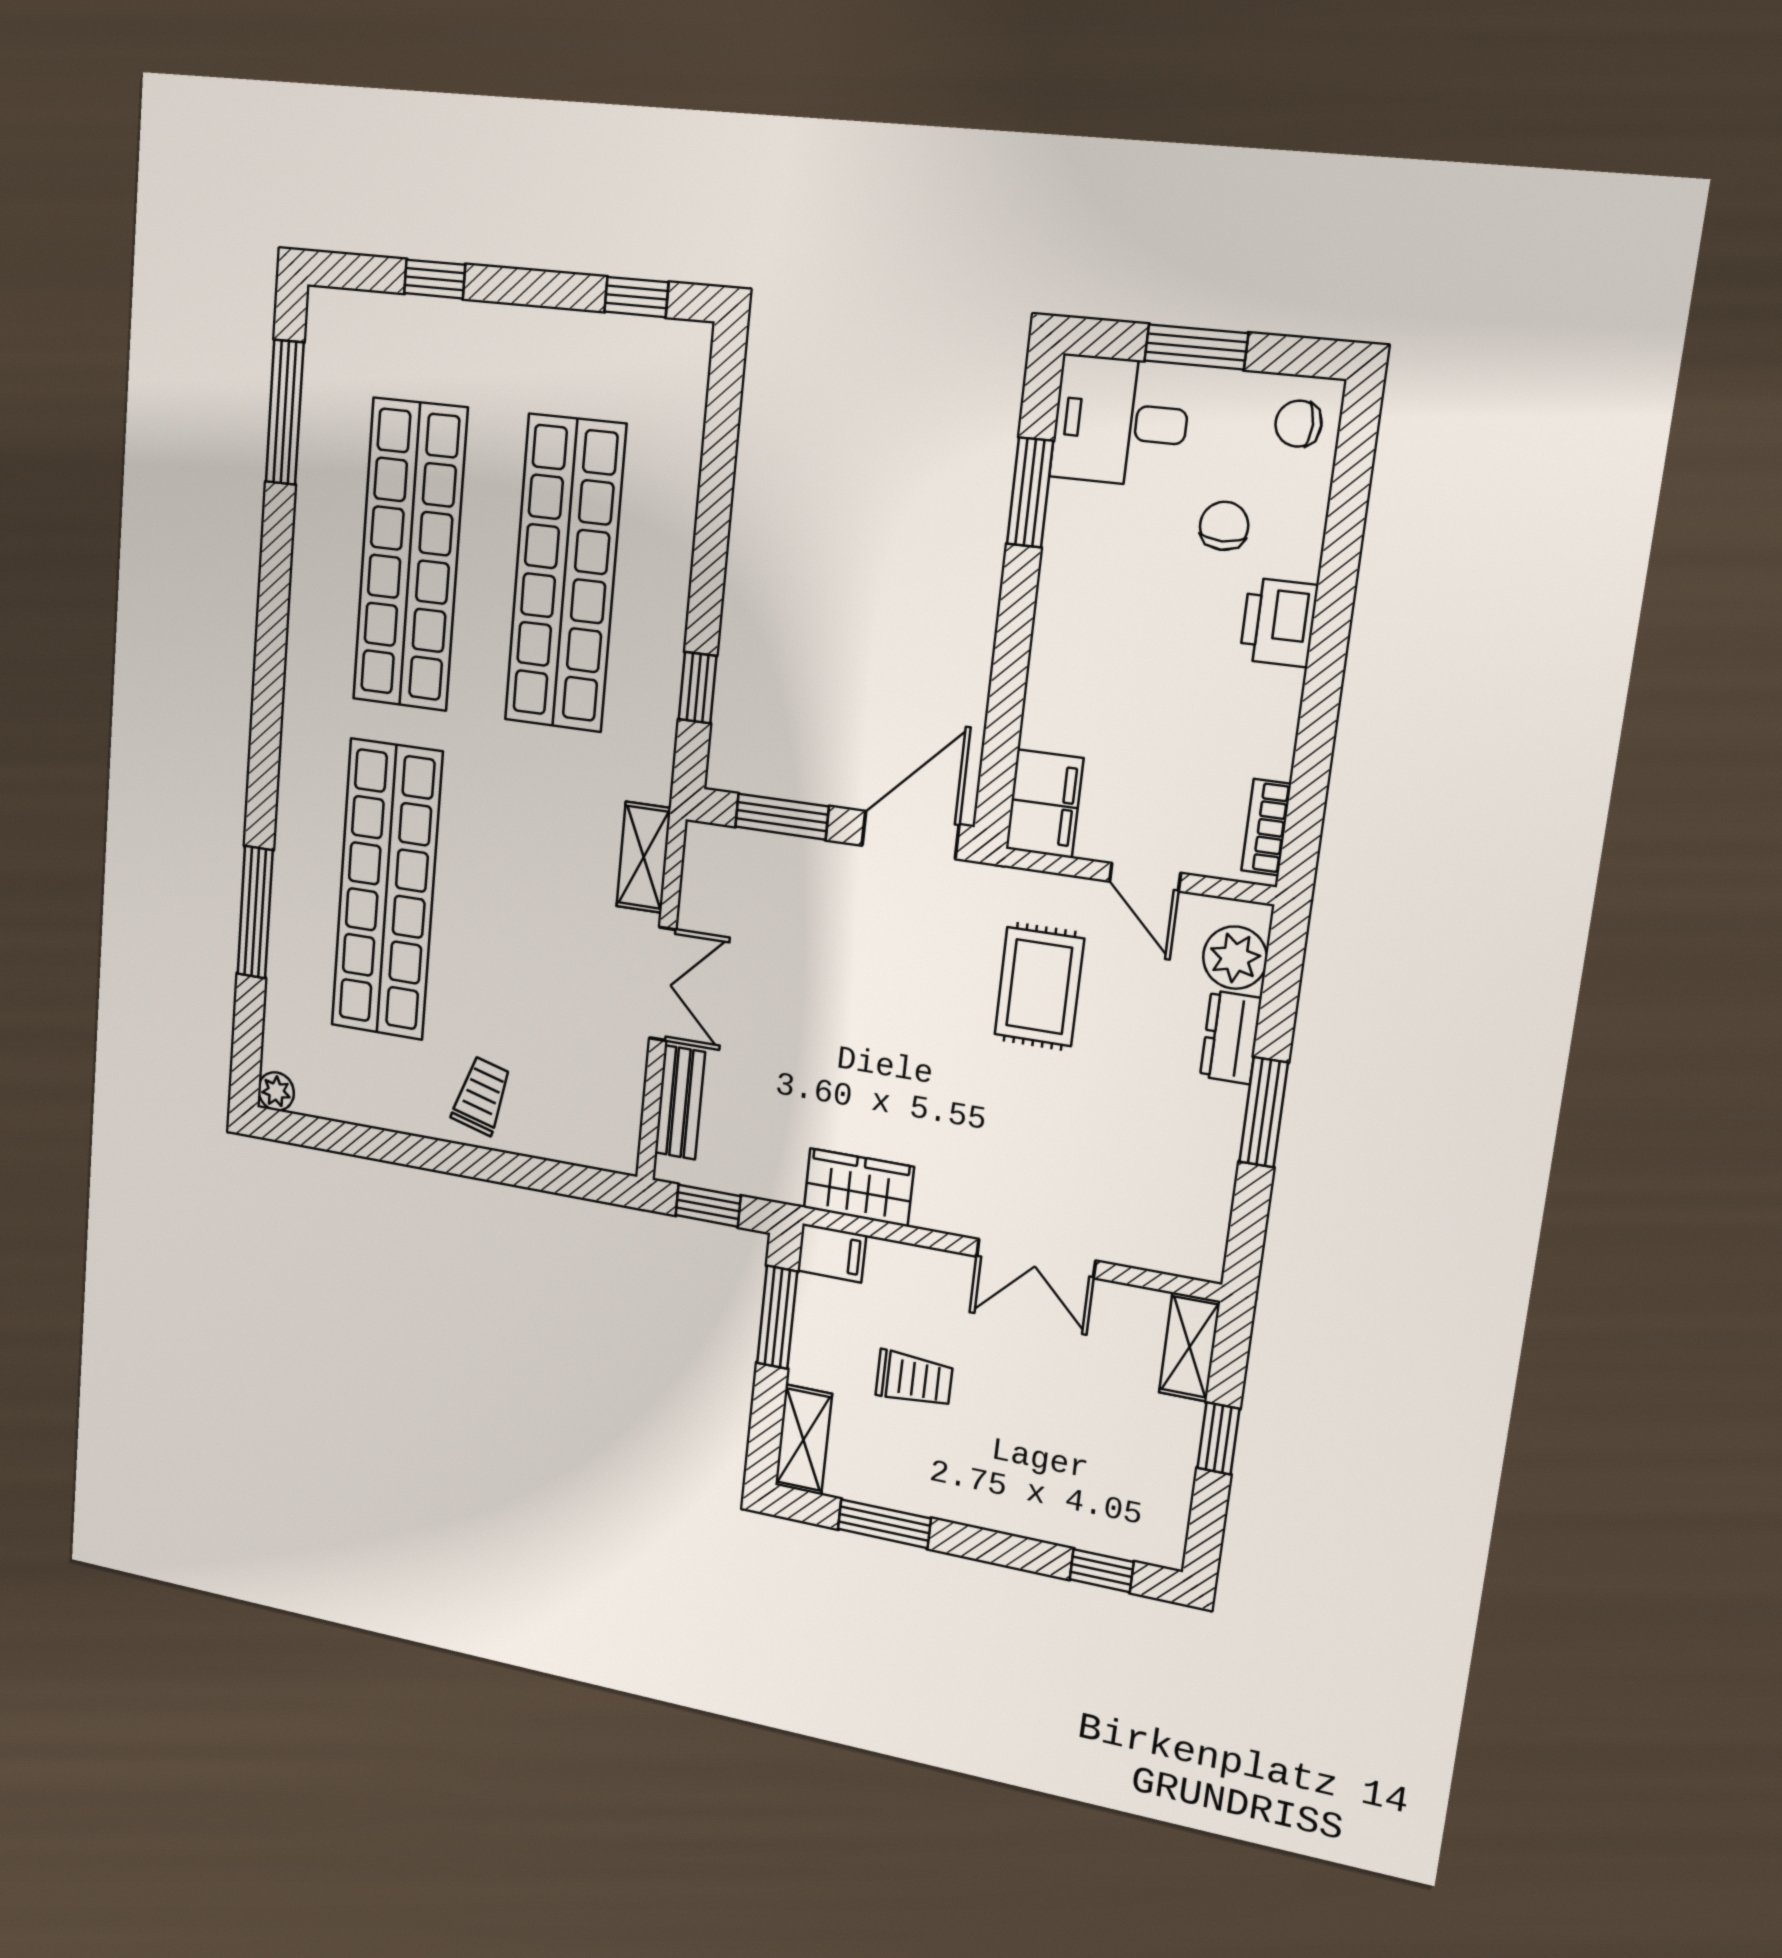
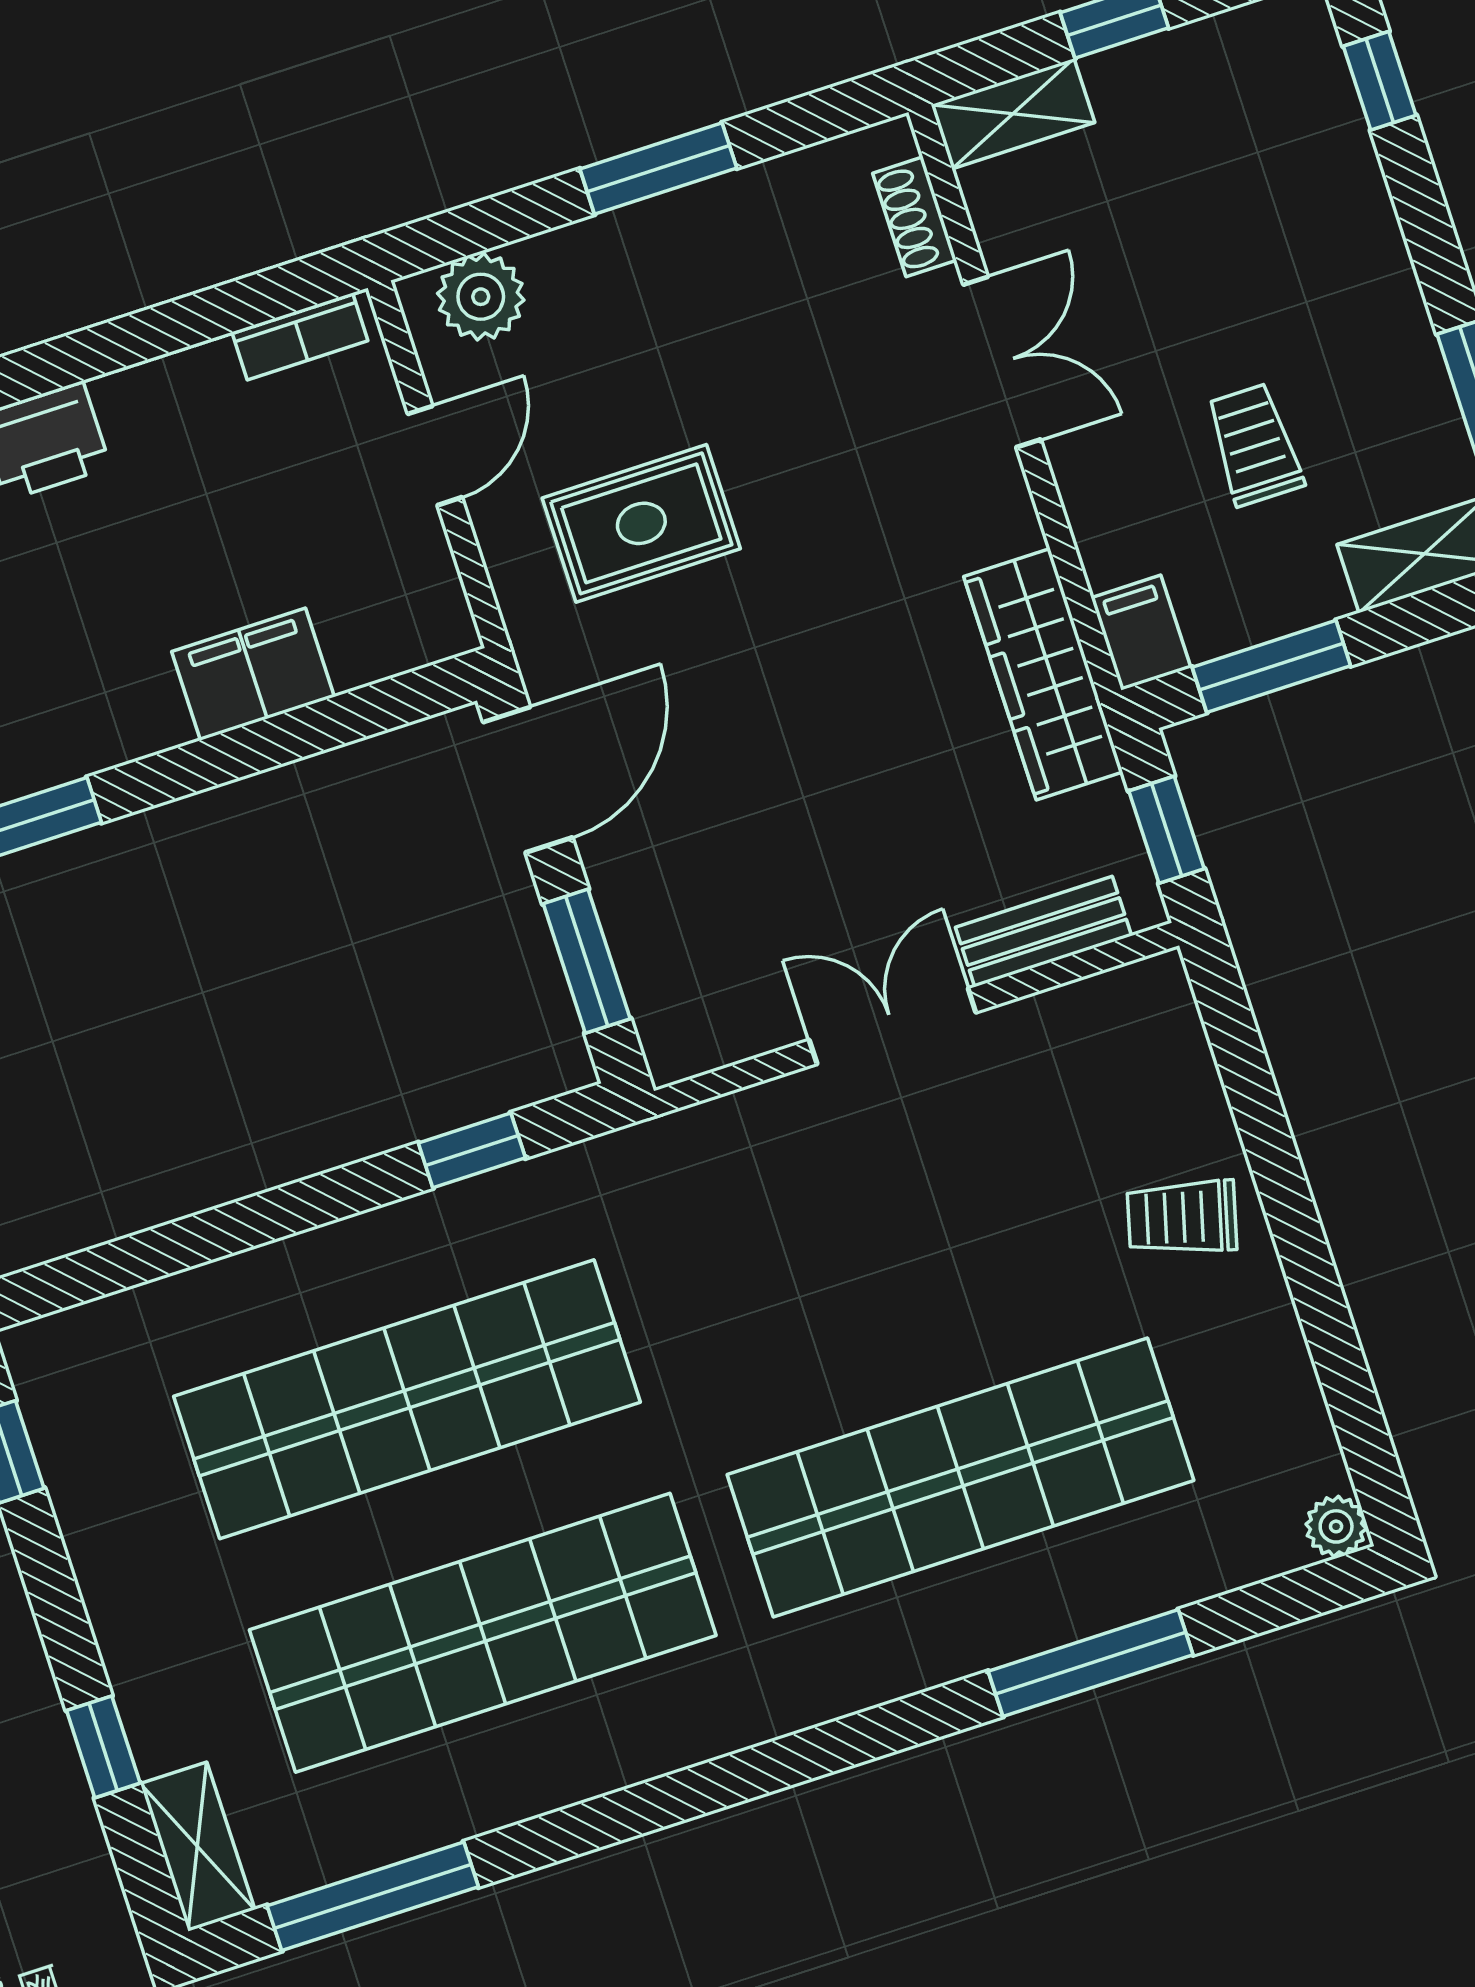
filing cabinet: (1044, 804) -> (253, 674), moved
door: (910, 835) -> (528, 780), swing flipped
shelving: (644, 857) -> (197, 1847), moved, turned 90
dresser: (1231, 1037) -> (584, 254), removed
wardrobe: (859, 1187) -> (1043, 674), width x1.50
shoe rack: (1153, 1254) -> (915, 217), added

